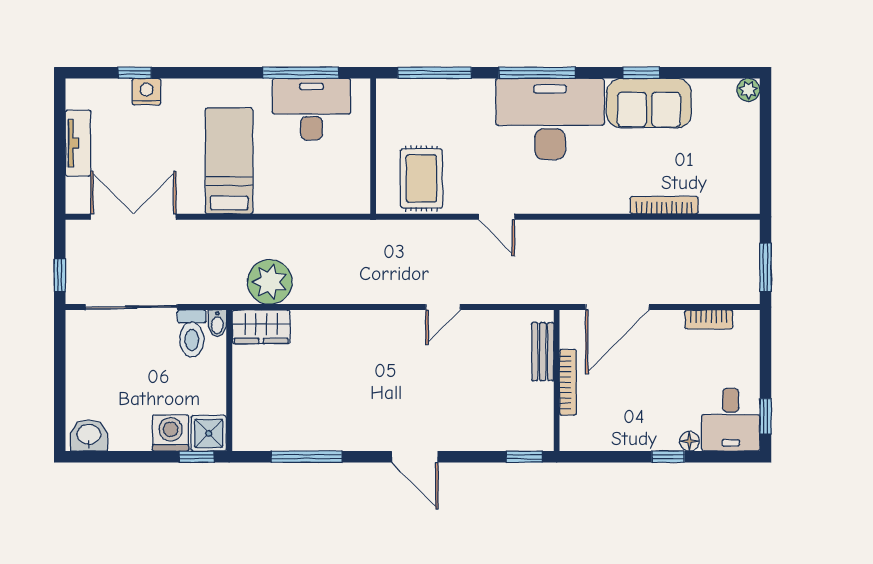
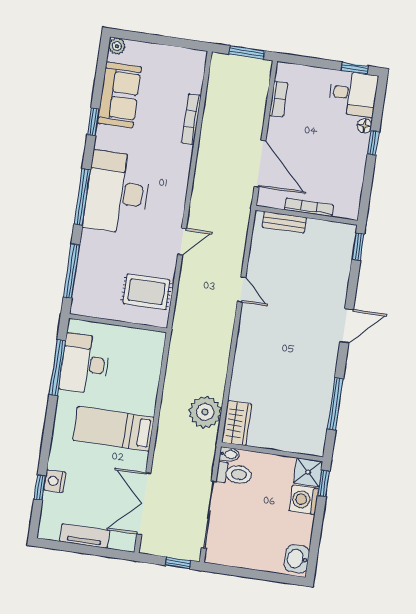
sofa: (649, 103) -> (119, 95), moved

